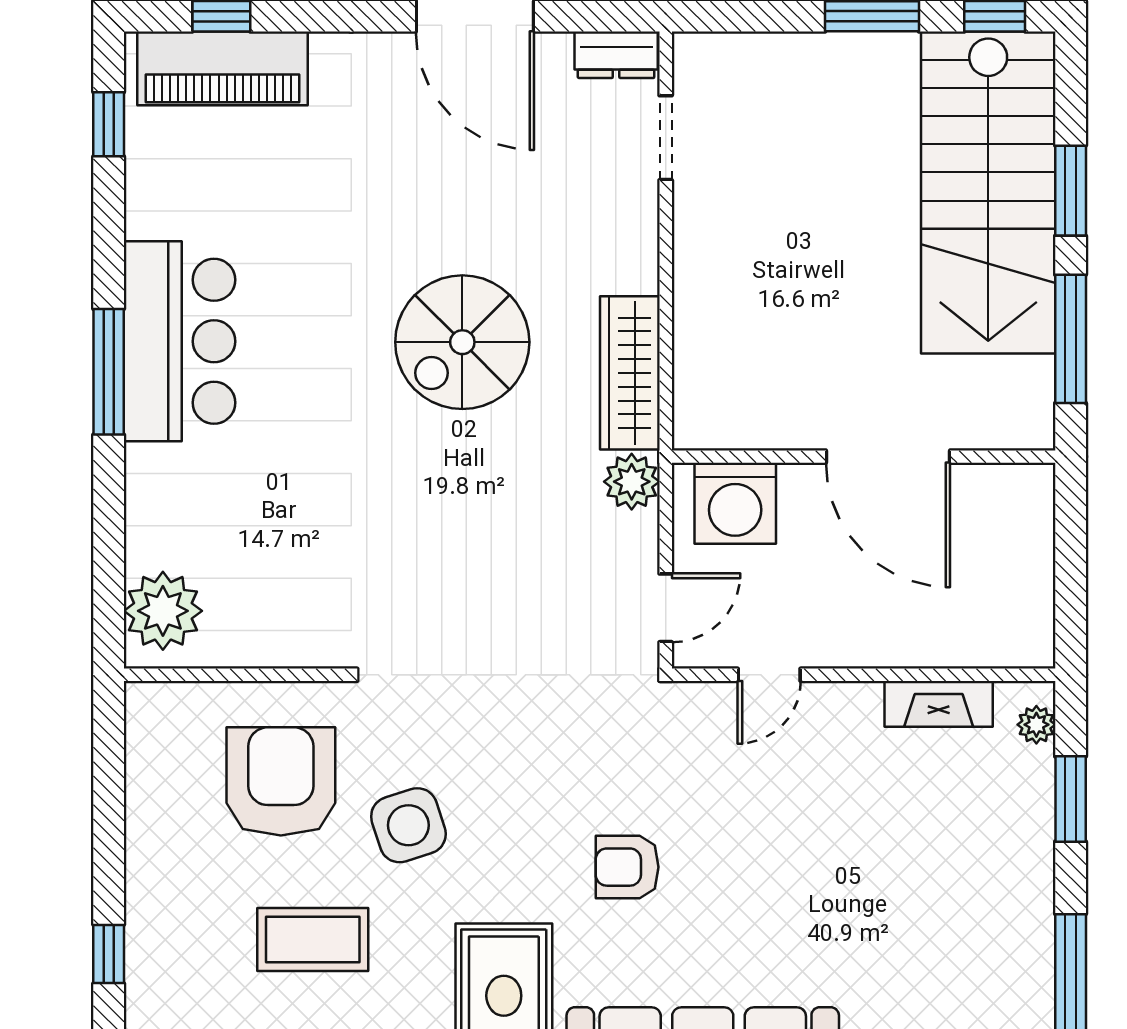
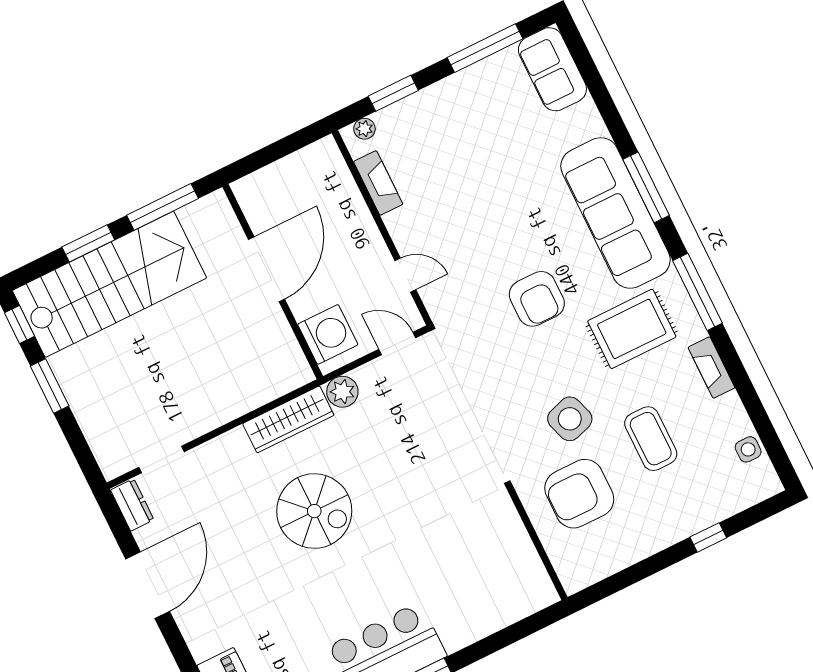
plant: (163, 611) -> (523, 595), removed
armchair: (627, 867) -> (537, 299), width x1.38, depth x1.38

